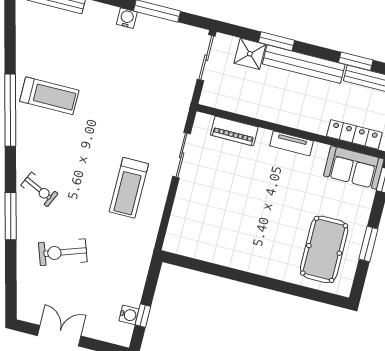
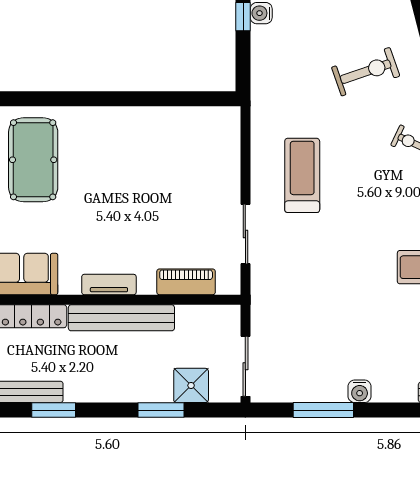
bench: (304, 64) -> (121, 318), moved

